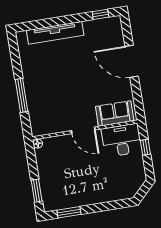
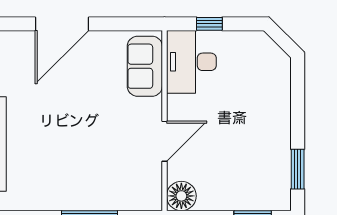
door: (83, 130) -> (164, 141), moved
floor lamp: (38, 144) -> (181, 196), width x1.89, depth x1.89

